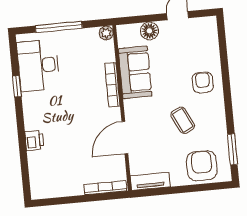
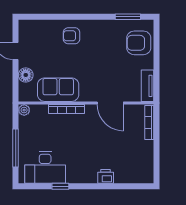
coffee table: (183, 120) -> (101, 55), removed

